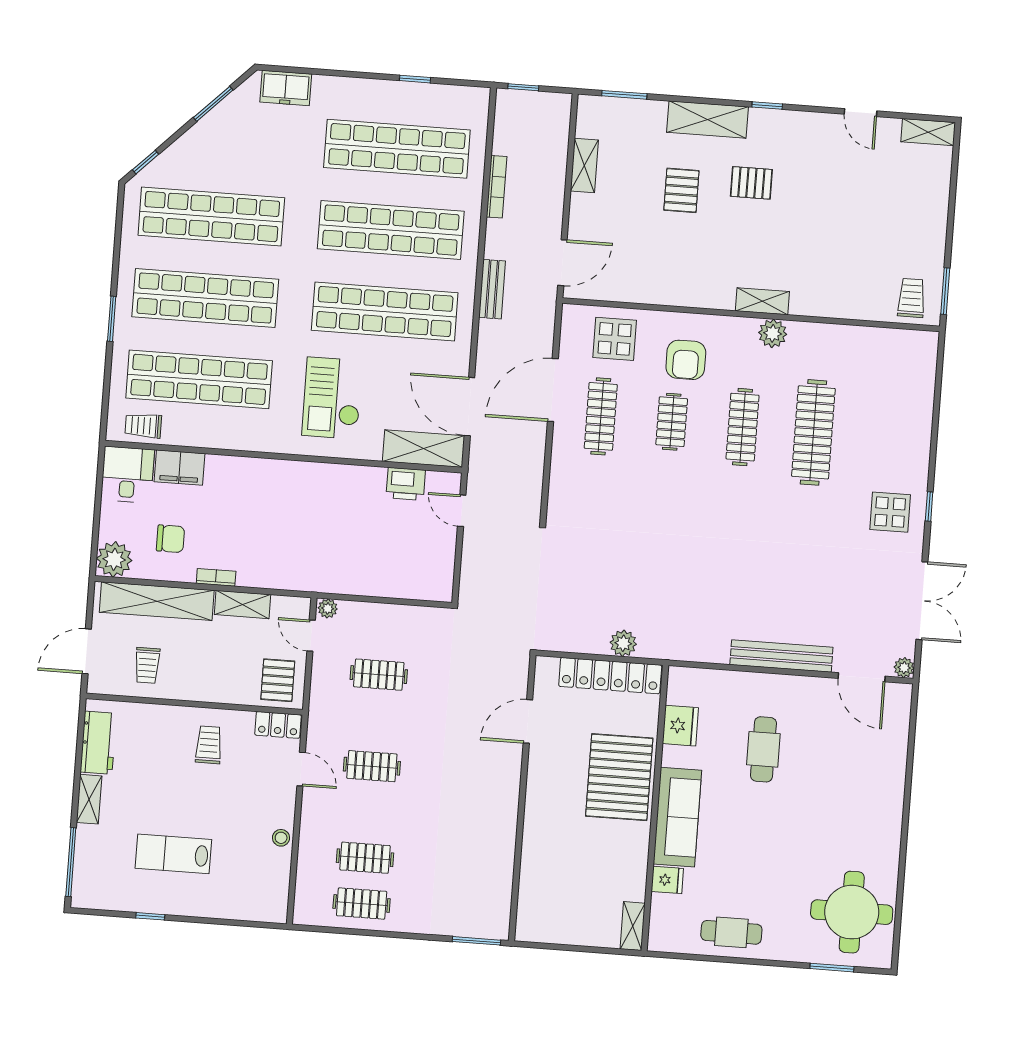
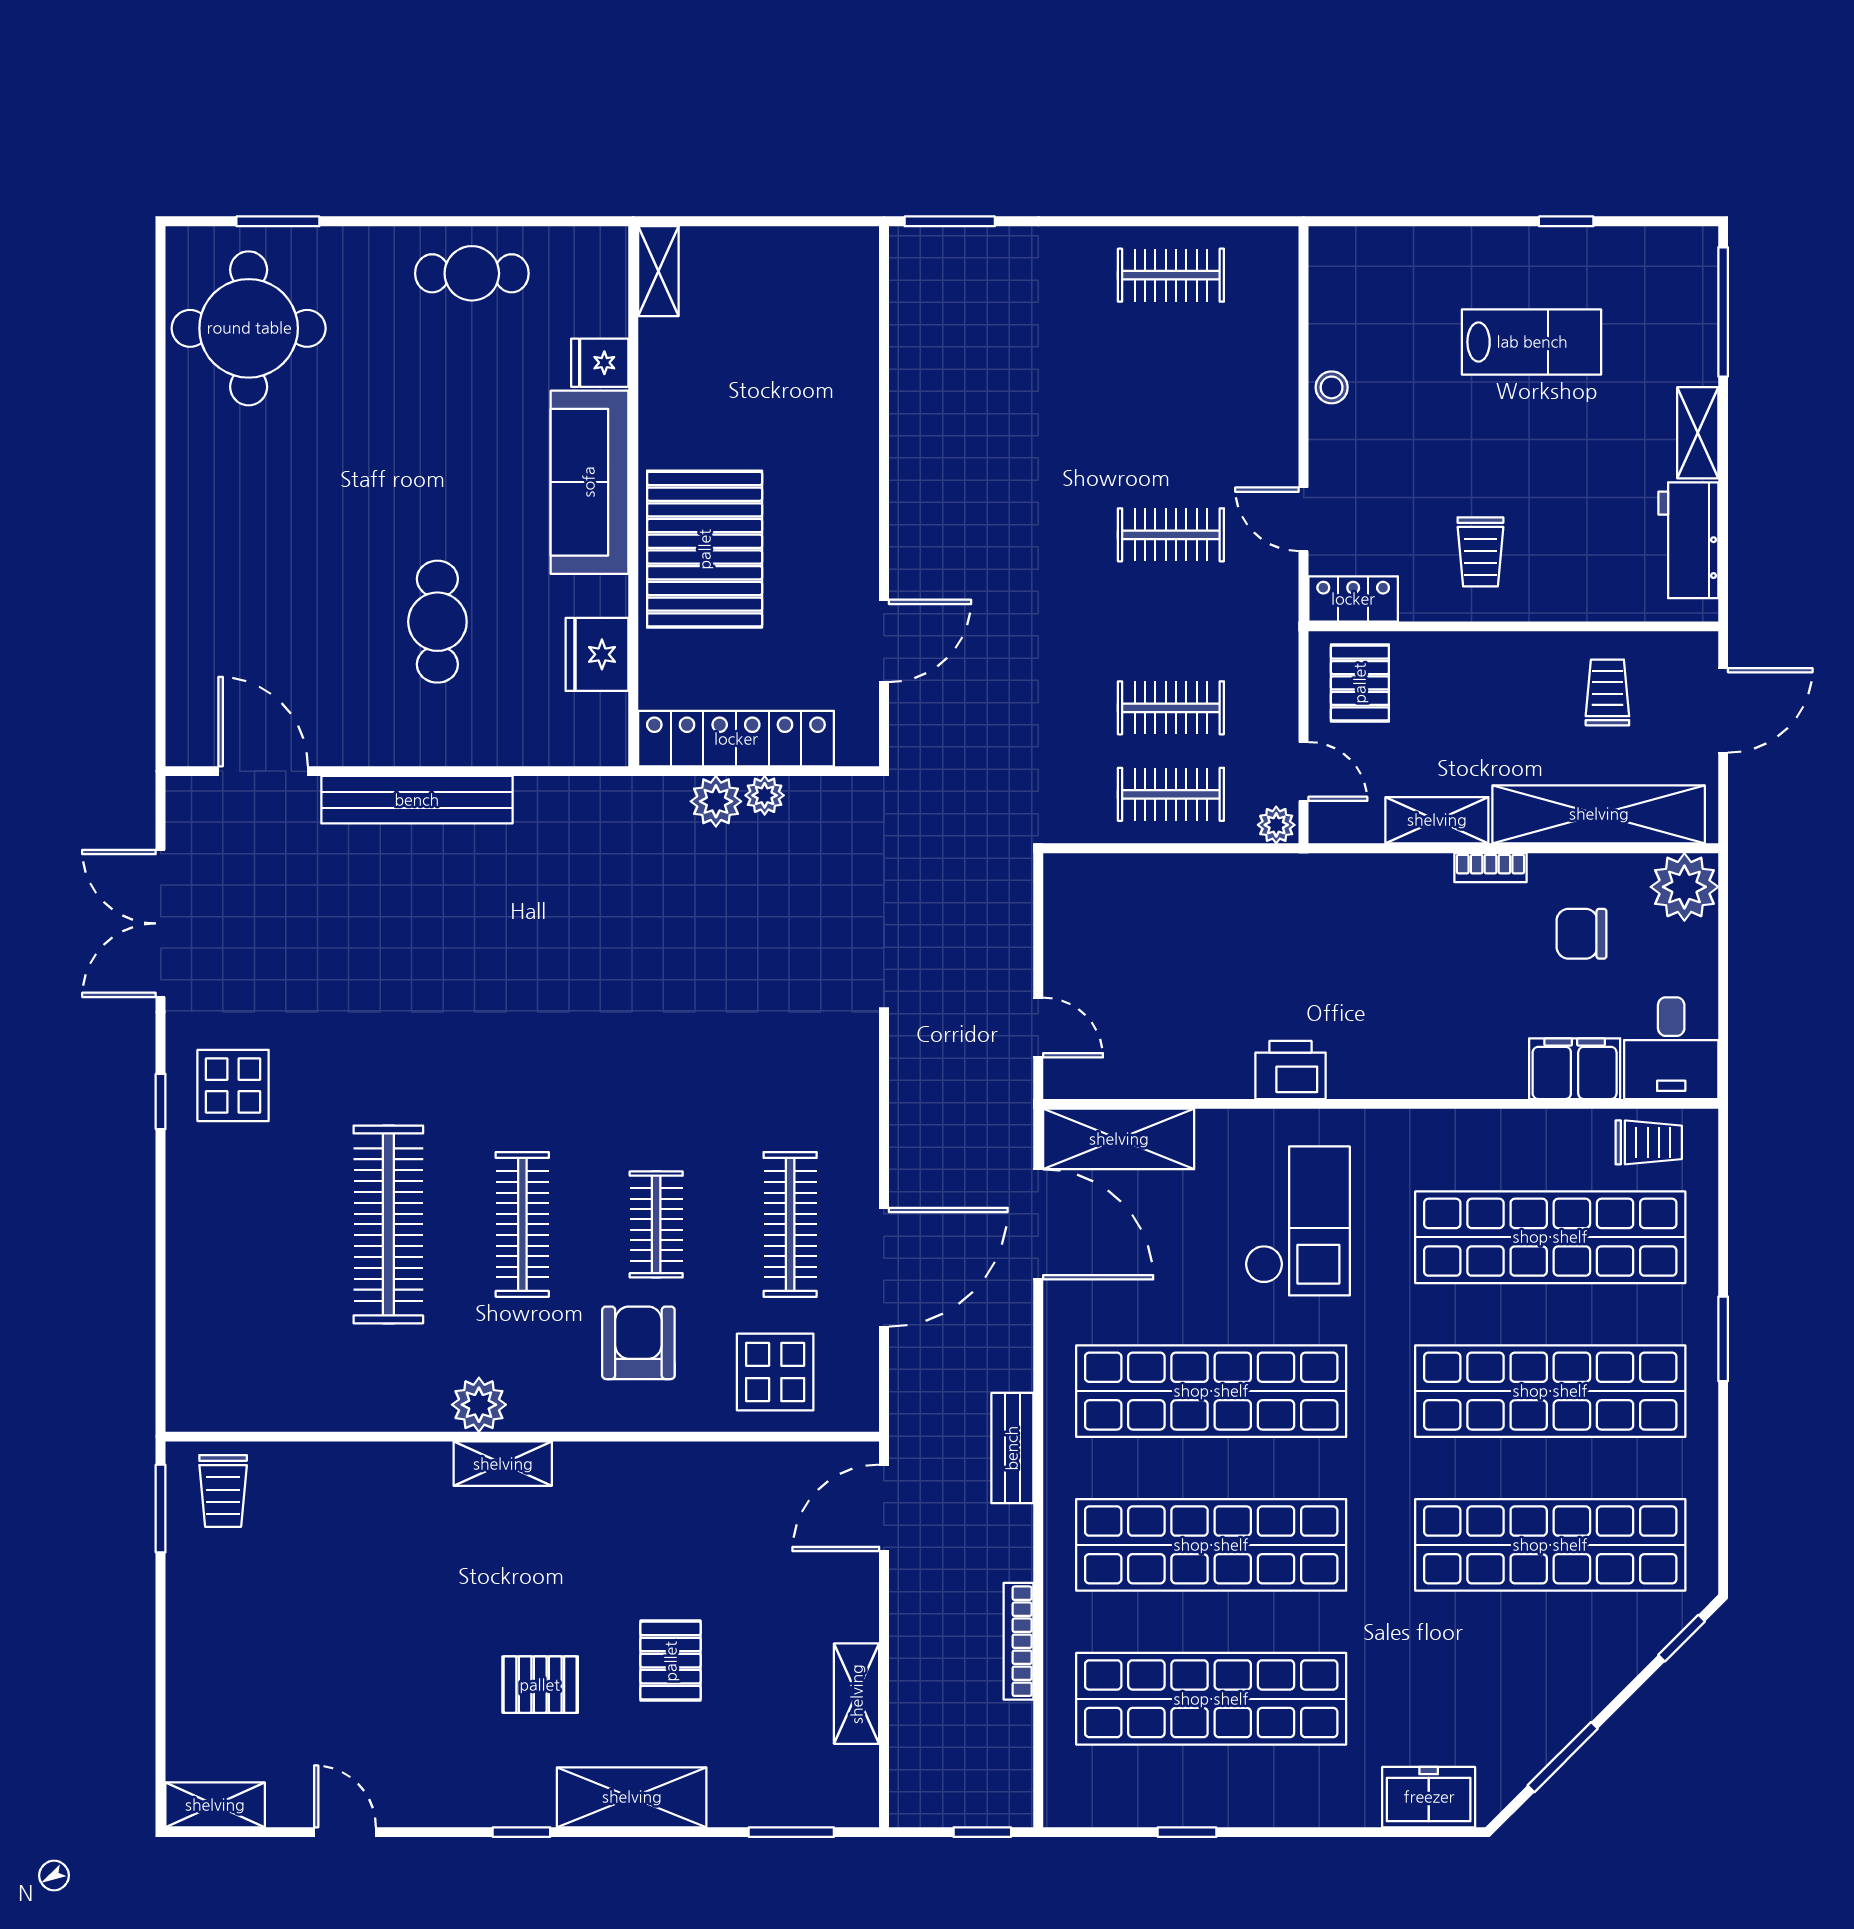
printer: (406, 484) -> (1291, 1070), moved
plant: (904, 668) -> (765, 795), moved
clothes rail: (365, 858) -> (1171, 794), moved

